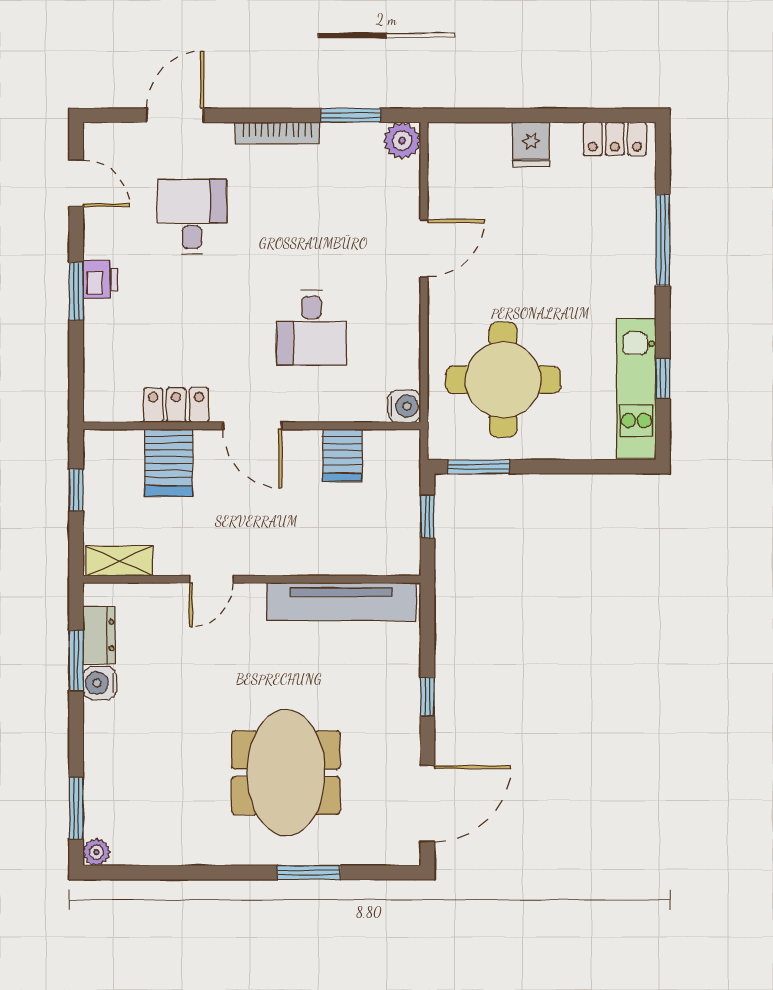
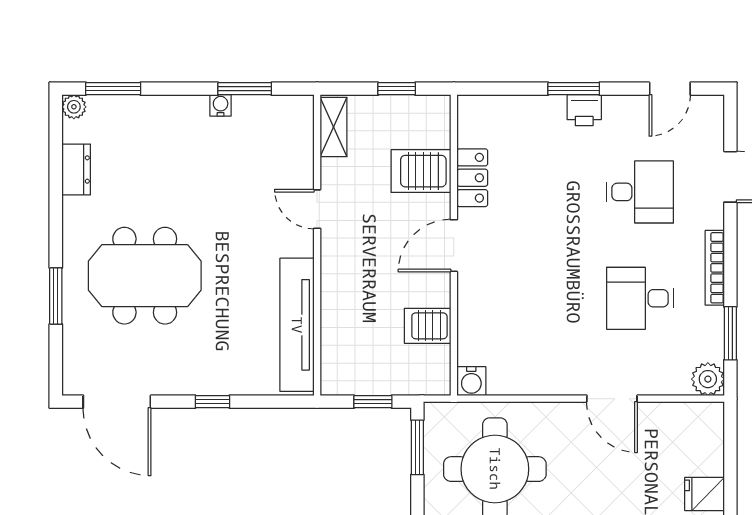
desk: (311, 328) -> (640, 298), moved
dresser: (99, 635) -> (76, 170), moved, turned -90
water cooler: (100, 683) -> (221, 105), width x0.72, depth x0.72

